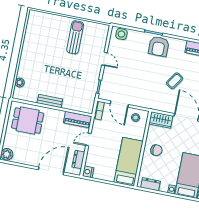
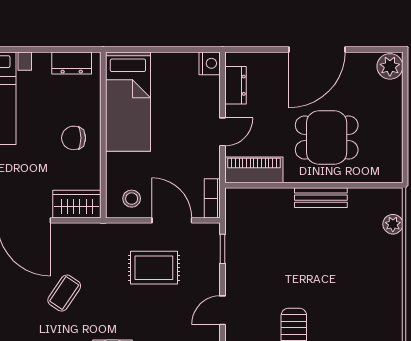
door: (104, 59) -> (223, 310), hinge flipped
rug: (132, 84) -> (154, 268), added
dining table: (28, 121) -> (327, 138), moved
door: (51, 171) -> (317, 49), moved

